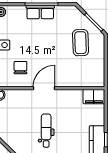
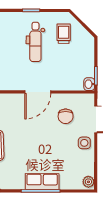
trolley: (22, 138) -> (64, 34), added

